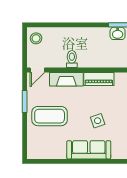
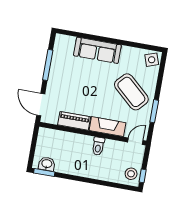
window: (25, 38) -> (143, 176), added
coffee table: (50, 116) -> (131, 92), turned 42
side table: (98, 121) -> (152, 60), moved

